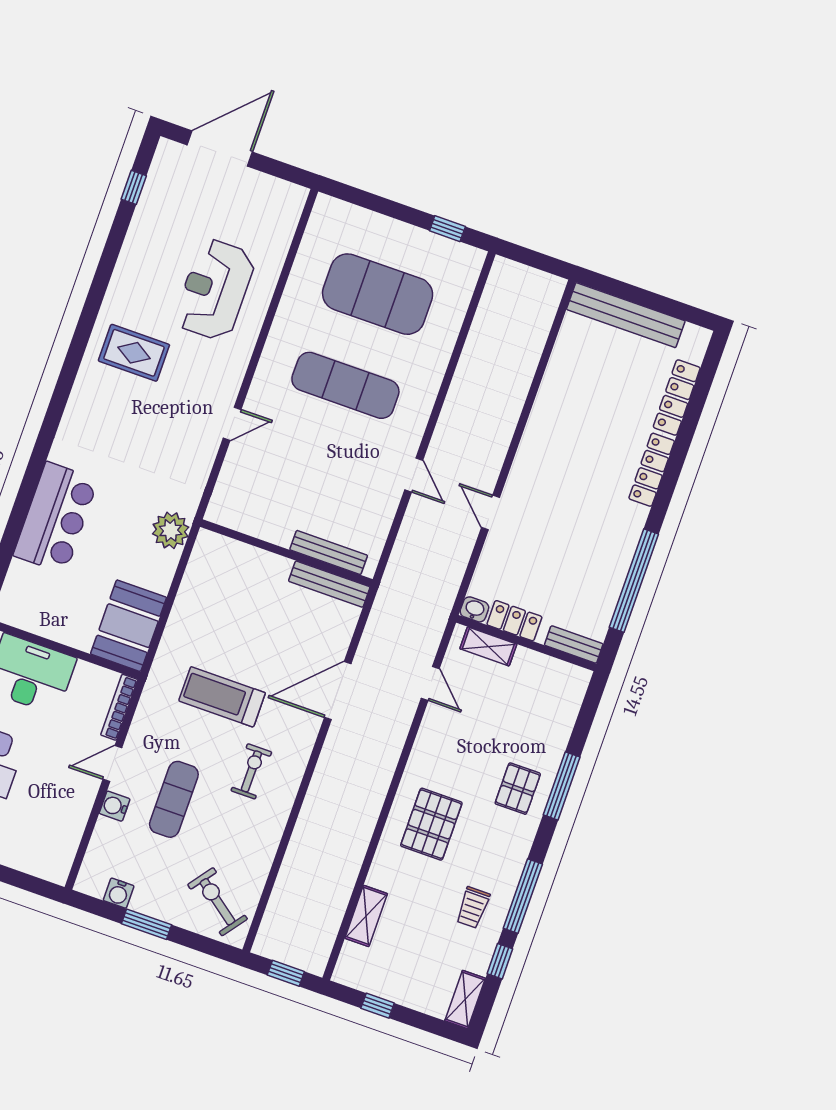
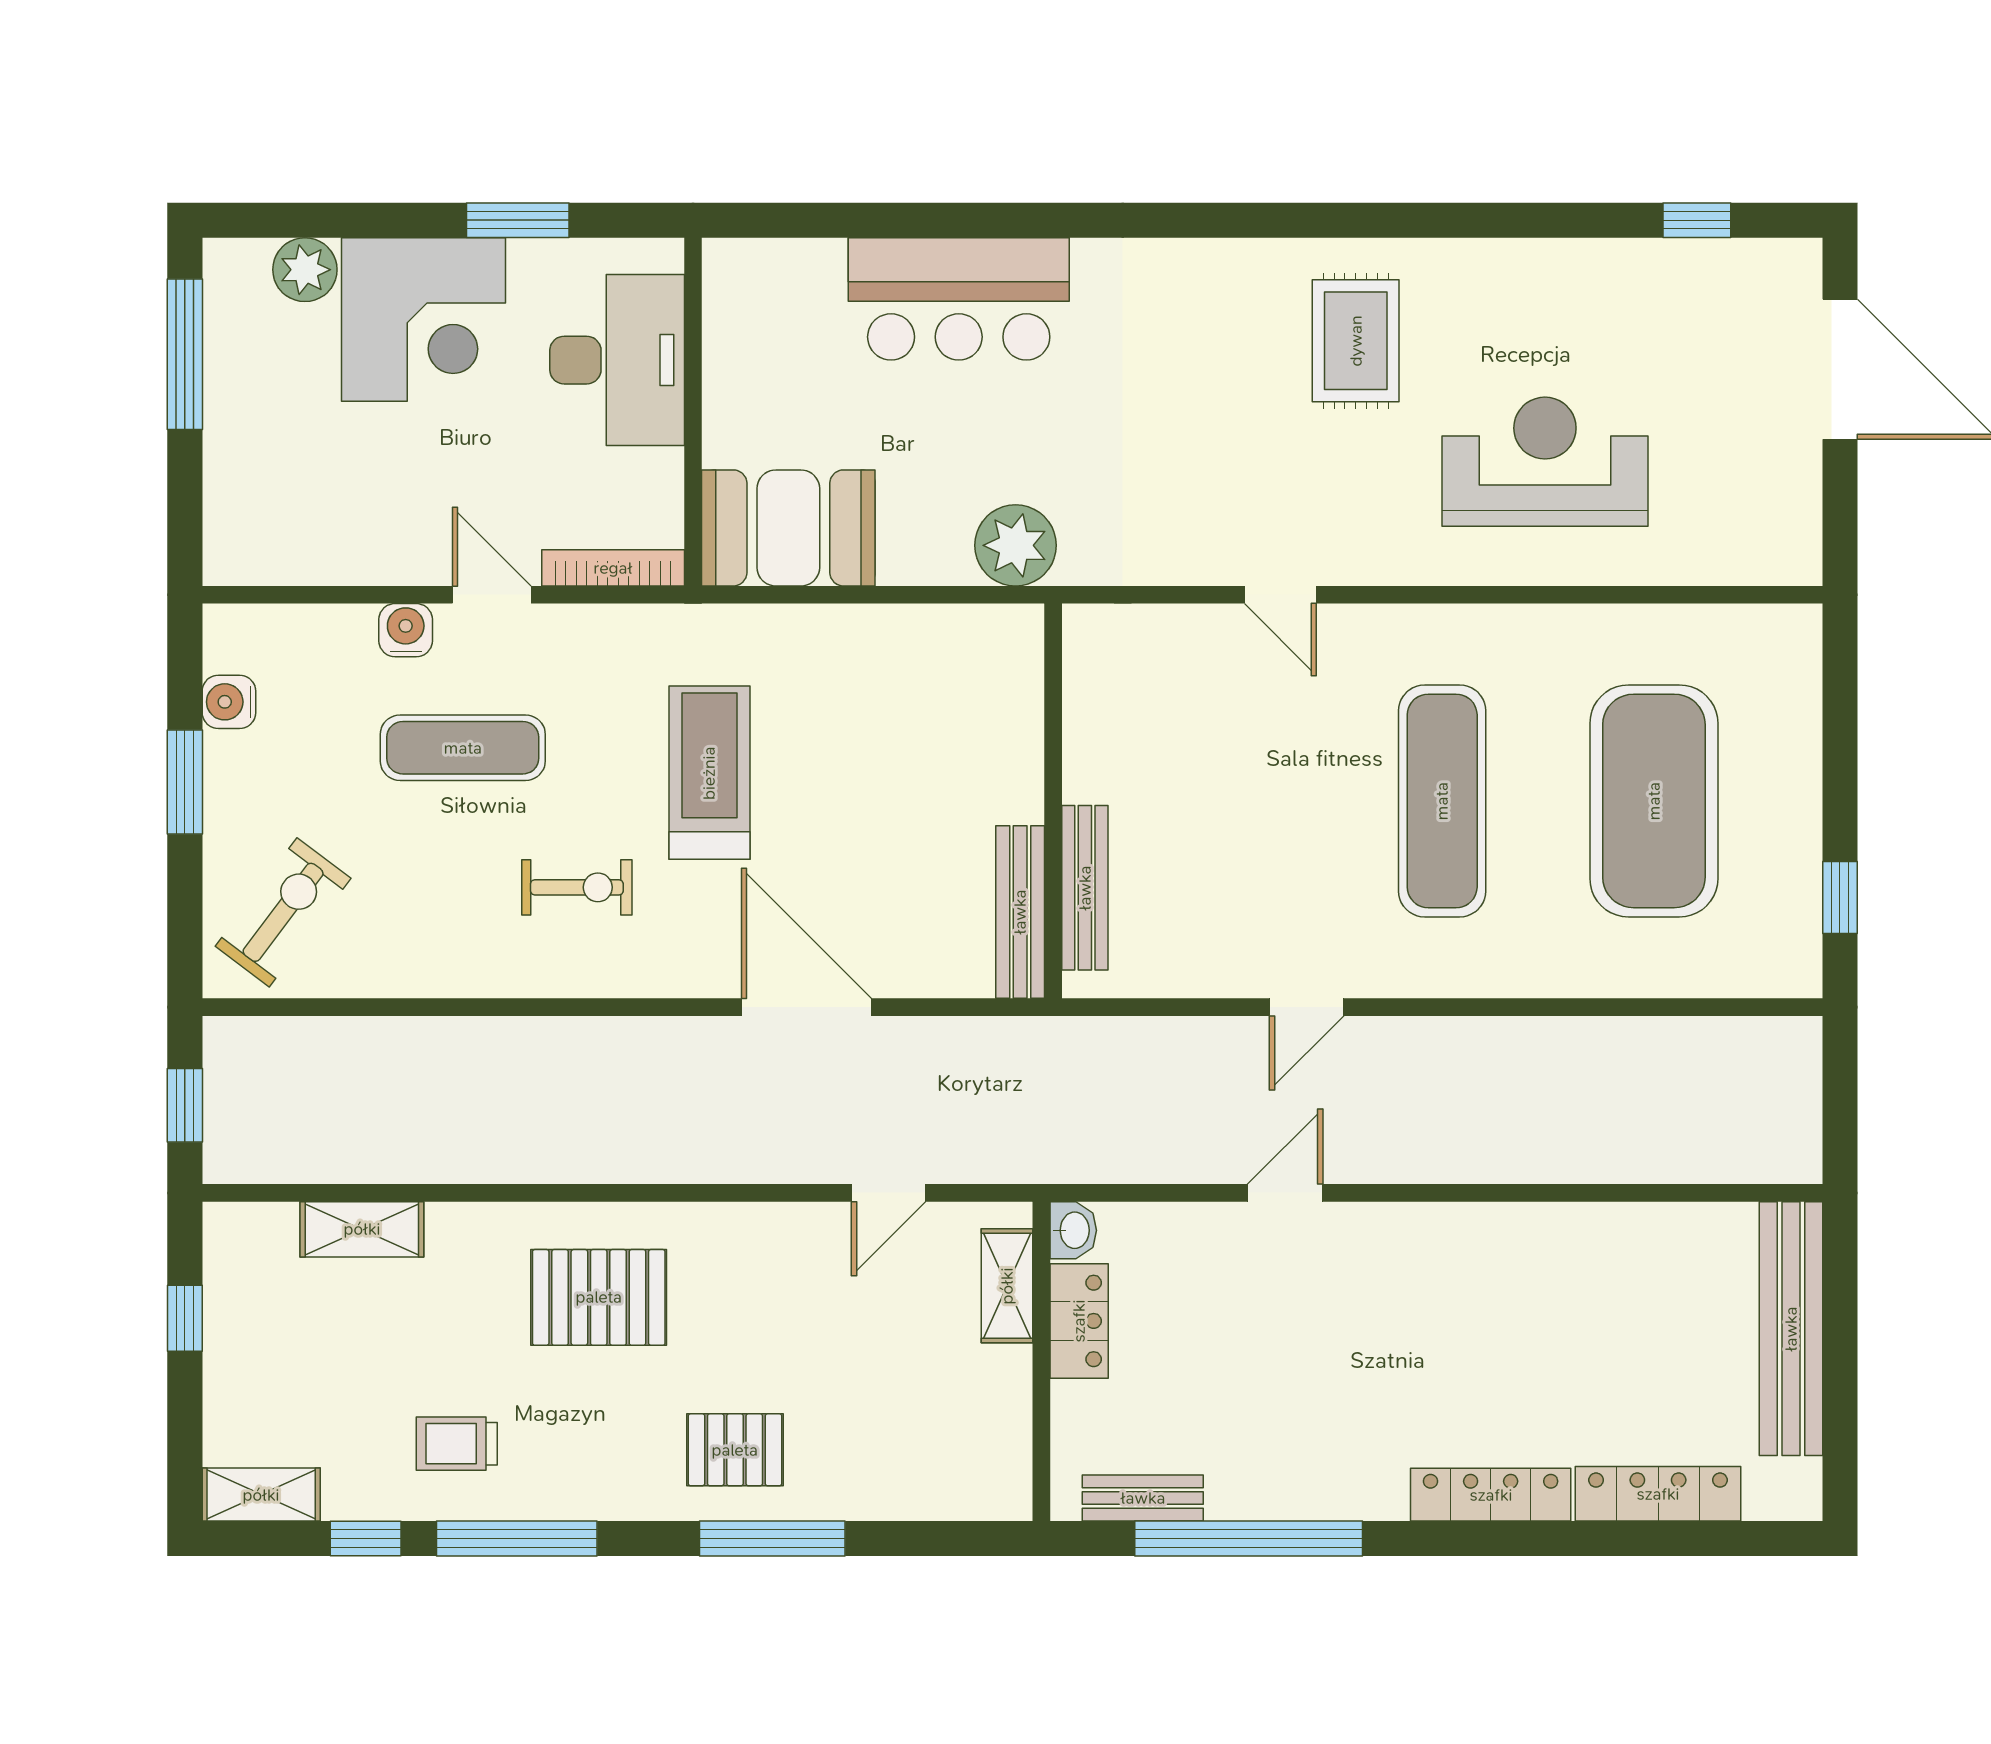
bench: (574, 644) -> (1143, 1498), moved, turned 90

